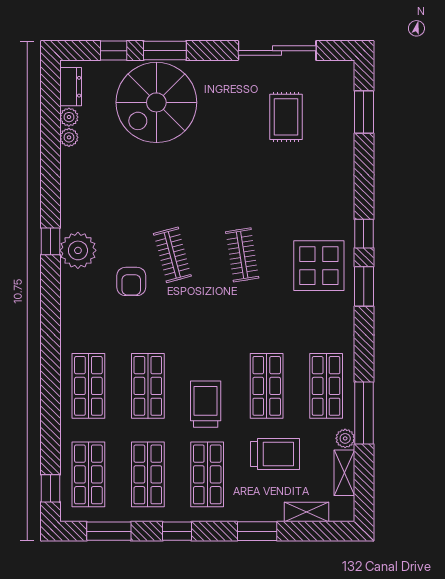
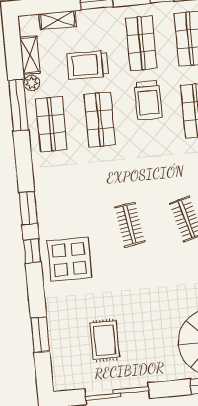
window: (364, 112) -> (40, 335), moved
display table: (319, 266) -> (69, 259), moved

